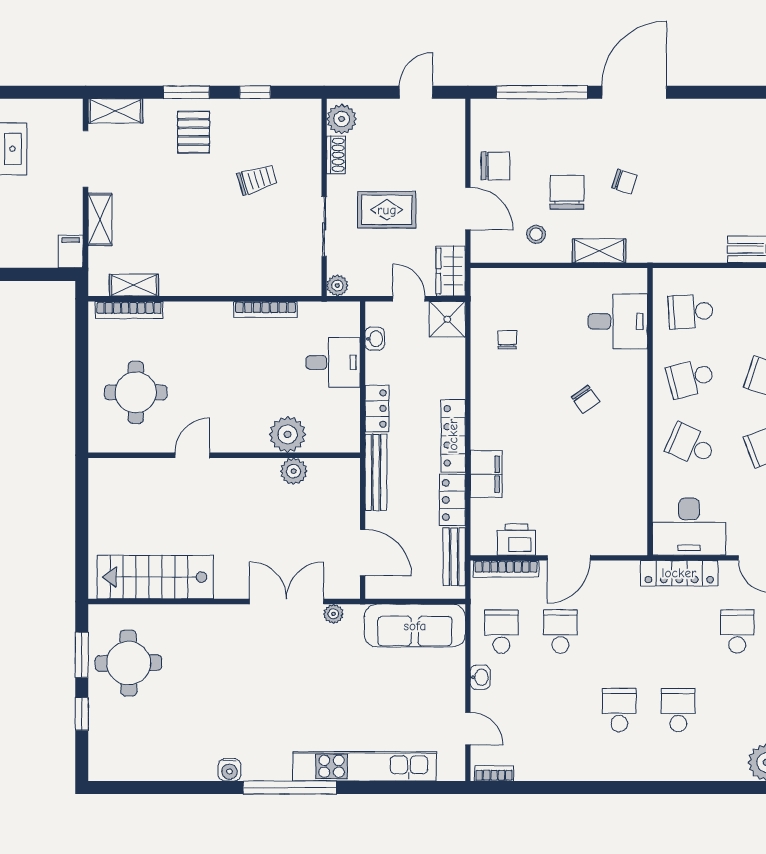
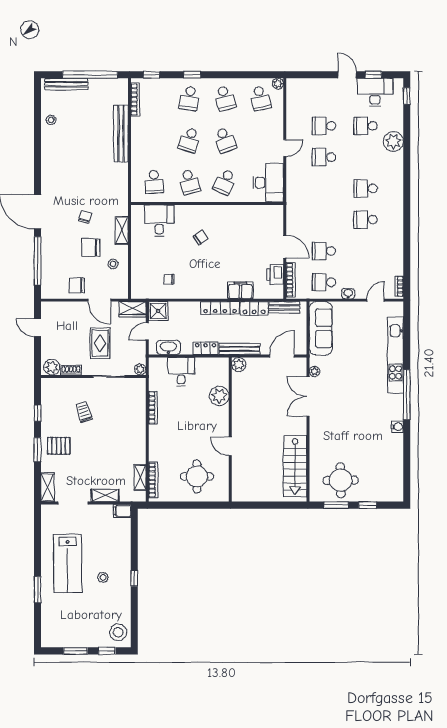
chair: (495, 166) -> (77, 285), turned -90
door: (468, 209) -> (99, 300), swing flipped
washbasin: (375, 339) -> (168, 347), width x1.91, depth x1.45
plant: (294, 471) -> (239, 364), moved
locker: (679, 573) -> (293, 188), removed

